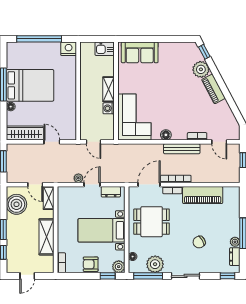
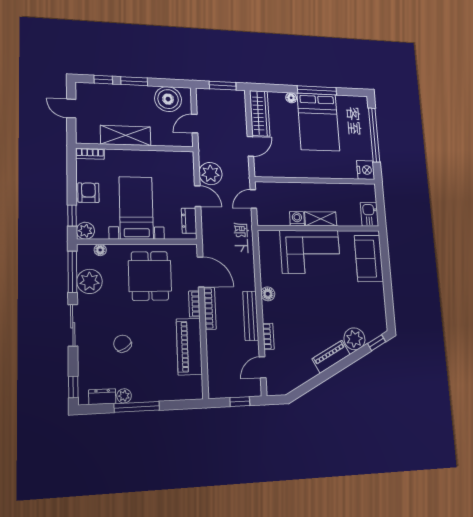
corner sofa: (134, 117) -> (310, 252), moved
plant: (78, 178) -> (210, 174), width x1.88, depth x1.88
shelving: (49, 198) -> (178, 140), removed

